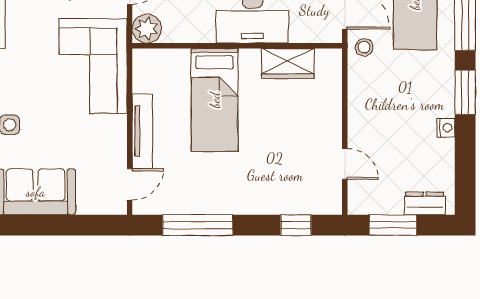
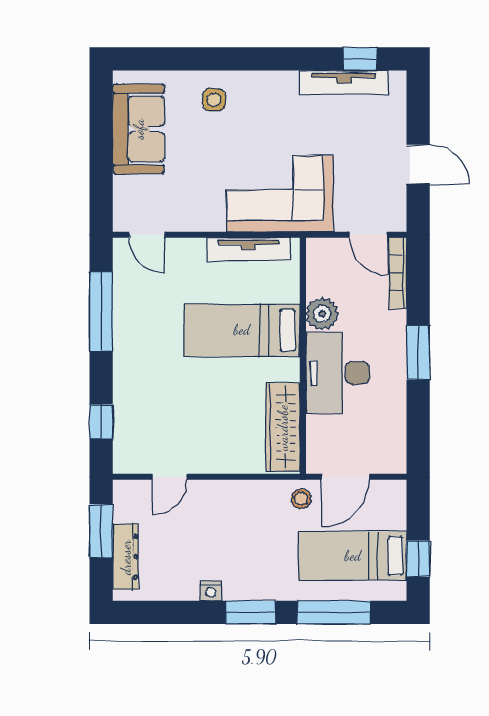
plant: (147, 29) -> (322, 314), moved
wardrobe: (288, 64) -> (283, 428), width x1.50
tv unit: (142, 131) -> (248, 249), moved
dresser: (425, 203) -> (126, 557), width x1.44

